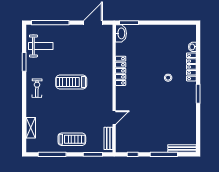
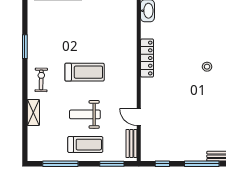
weight bench: (41, 46) -> (85, 114), moved, turned 180
treadmill: (71, 82) -> (85, 72), turned 180
door: (114, 118) -> (139, 117), swing flipped
shelving: (31, 128) -> (33, 113), moved

